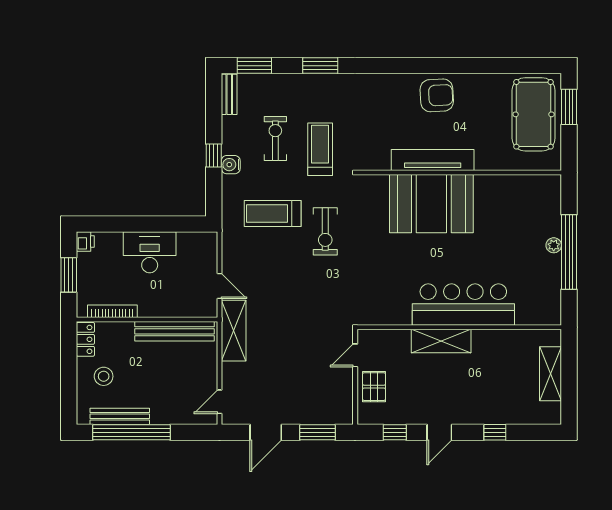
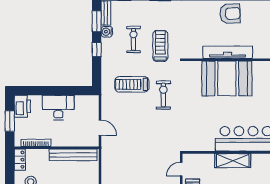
window: (214, 108) -> (97, 21), added
water cooler: (231, 165) -> (107, 32), moved
exercise bike: (325, 231) -> (163, 95), turned 180
printer: (85, 242) -> (22, 106), width x1.87, depth x1.48
shelving: (234, 331) -> (109, 154), removed

